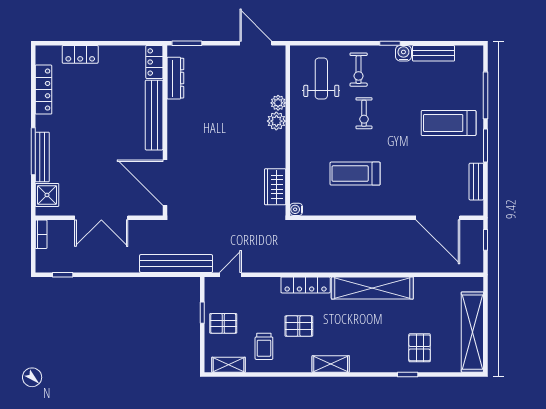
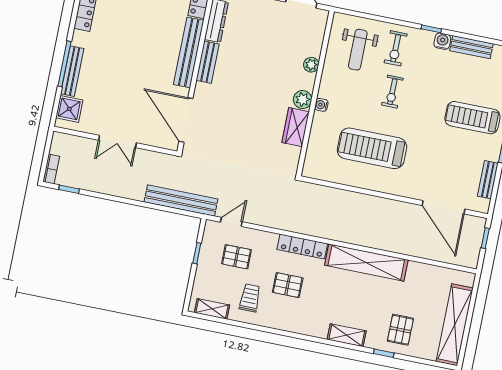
weight bench: (321, 79) -> (358, 50), turned 180
bench: (175, 121) -> (208, 62), added
plant: (276, 121) -> (303, 99), moved
treadmill: (355, 174) -> (372, 148), width x1.37, depth x1.38
wardrobe: (275, 187) -> (296, 127), moved
water cooler: (296, 209) -> (321, 105), moved
double door: (101, 218) -> (117, 142), width x0.73
bookcase: (41, 234) -> (51, 169), moved
pallet: (223, 323) -> (237, 257), moved
trolley: (264, 346) -> (250, 298), turned 180
shelving: (331, 364) -> (347, 335), moved

